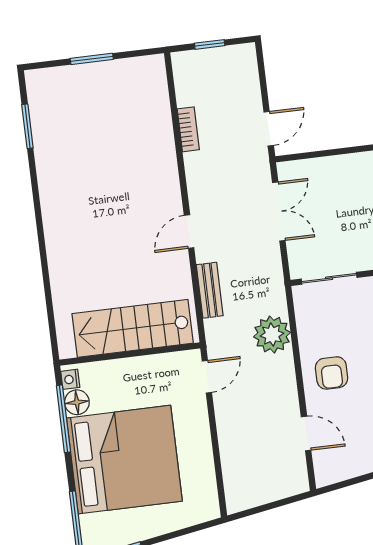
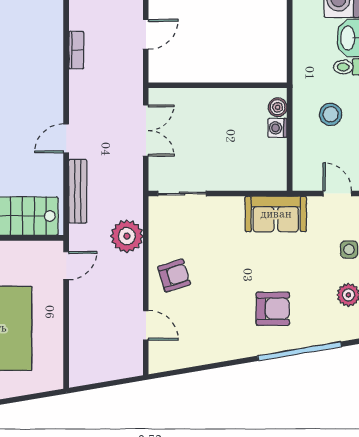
door: (269, 129) -> (146, 34), moved
bench: (210, 290) -> (78, 191), width x1.36
armchair: (332, 373) -> (174, 276), turned -107

